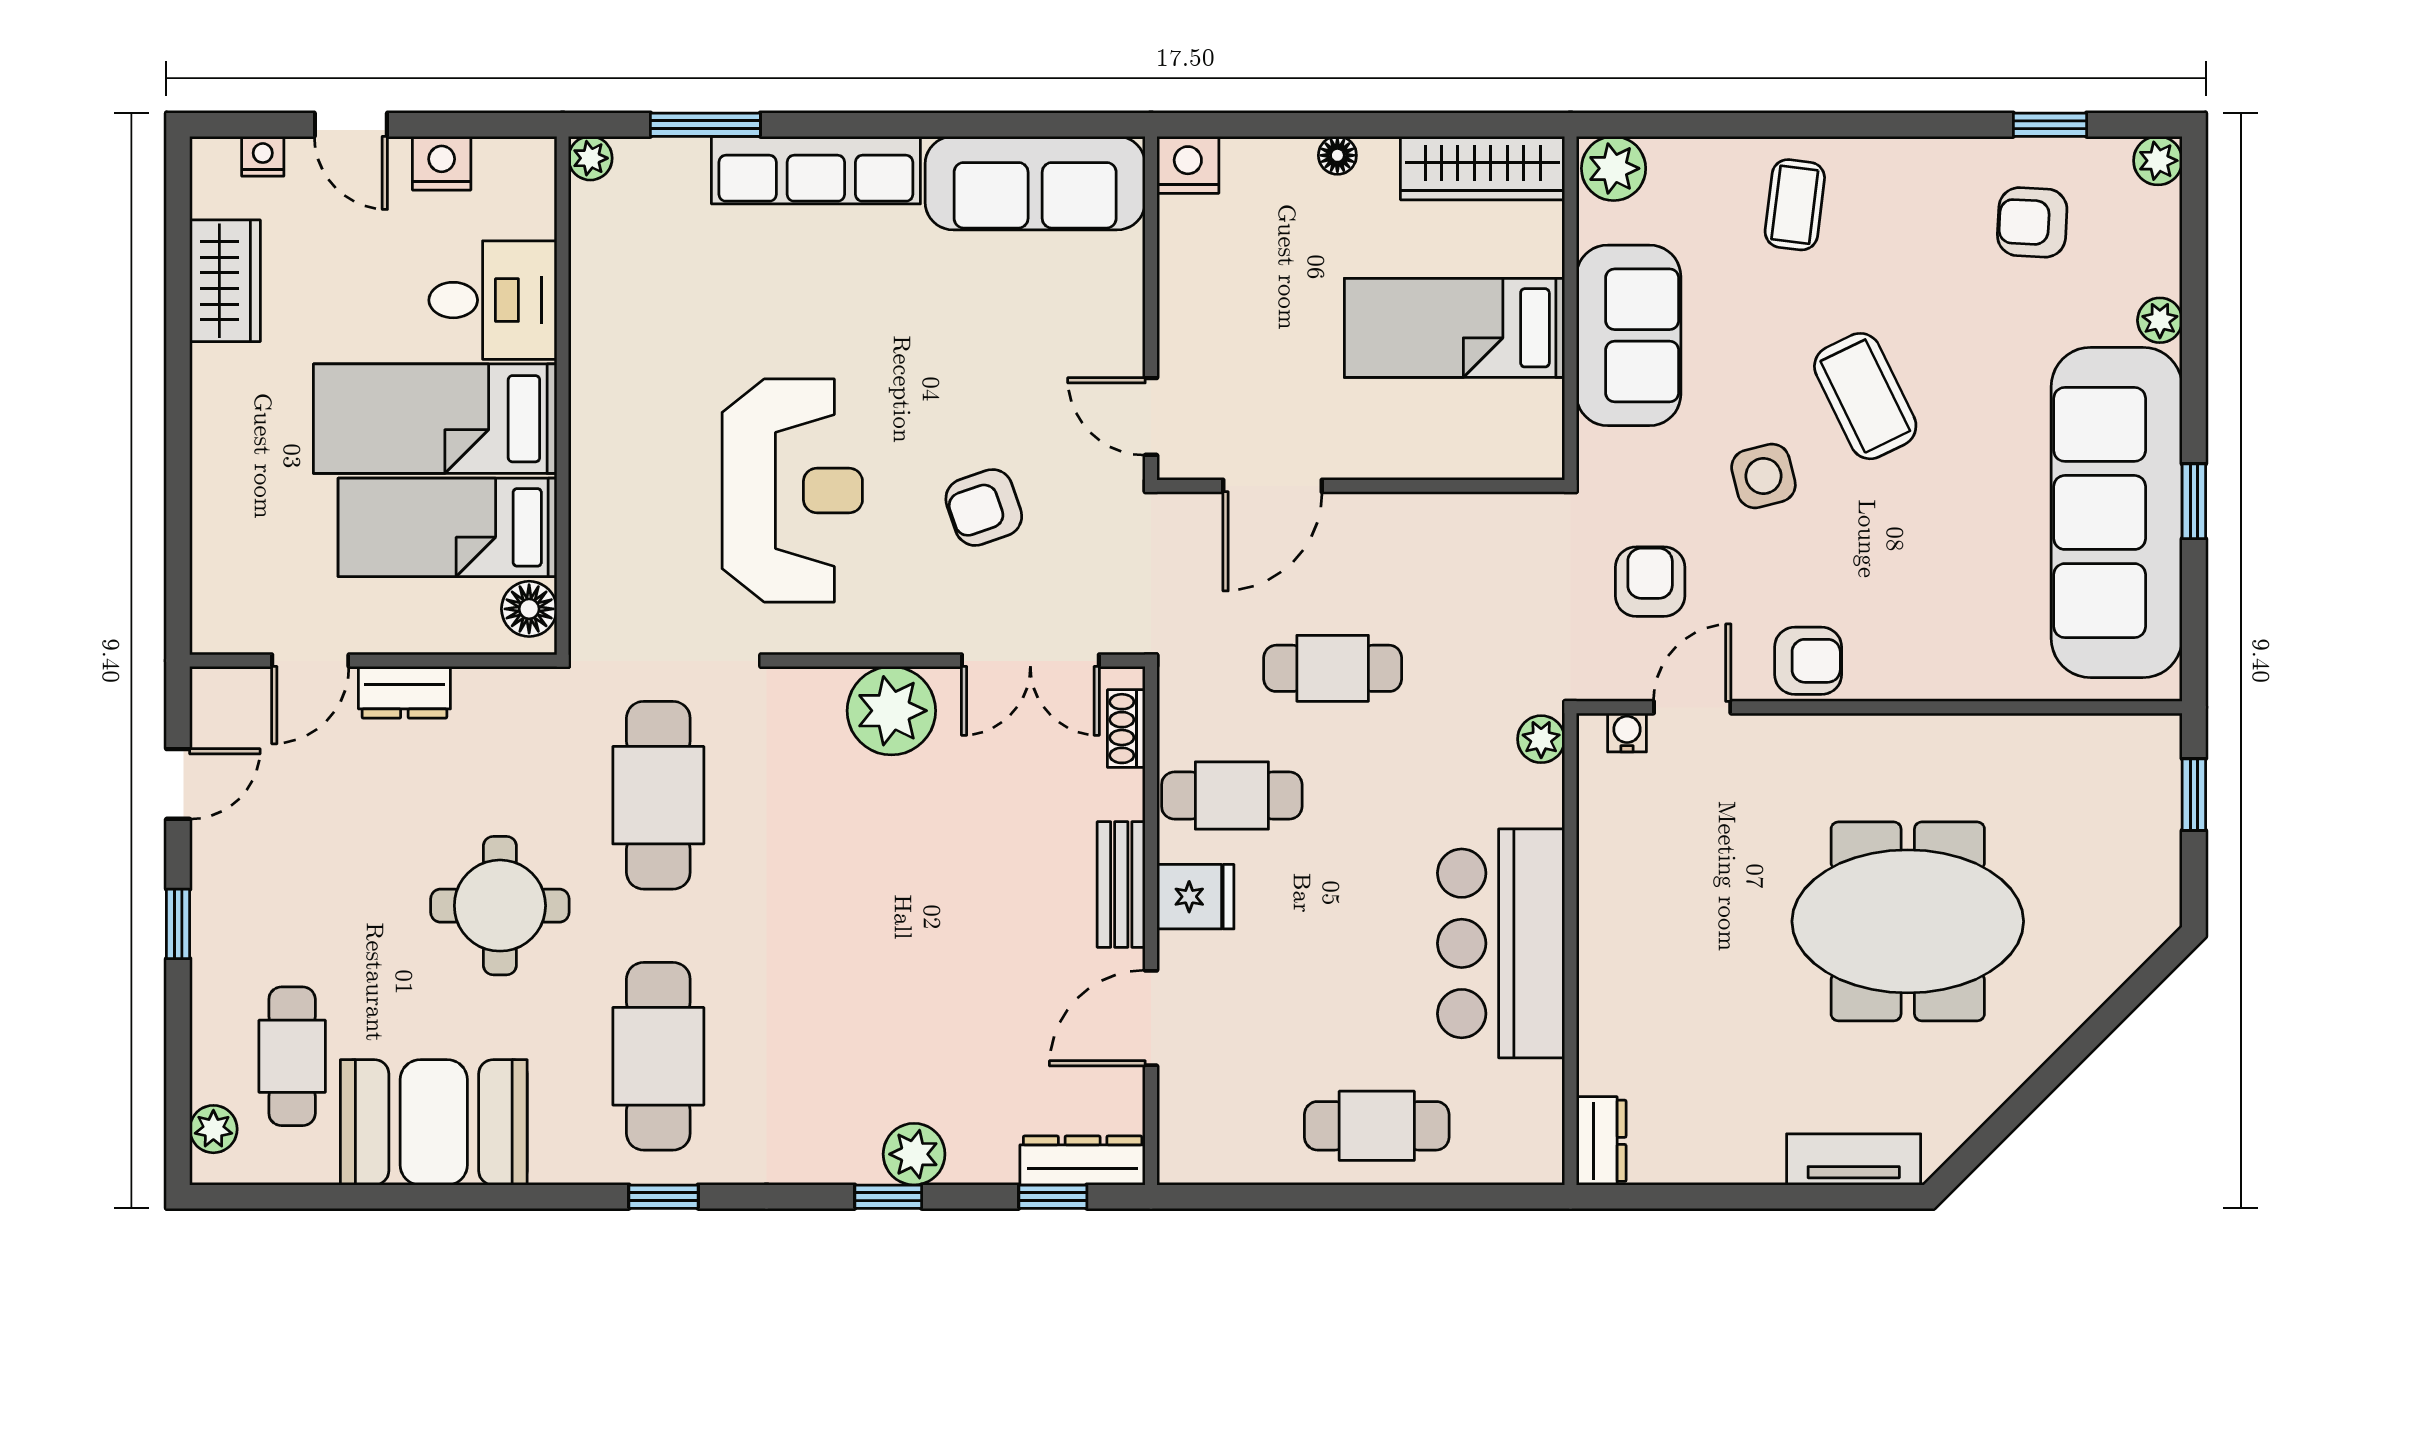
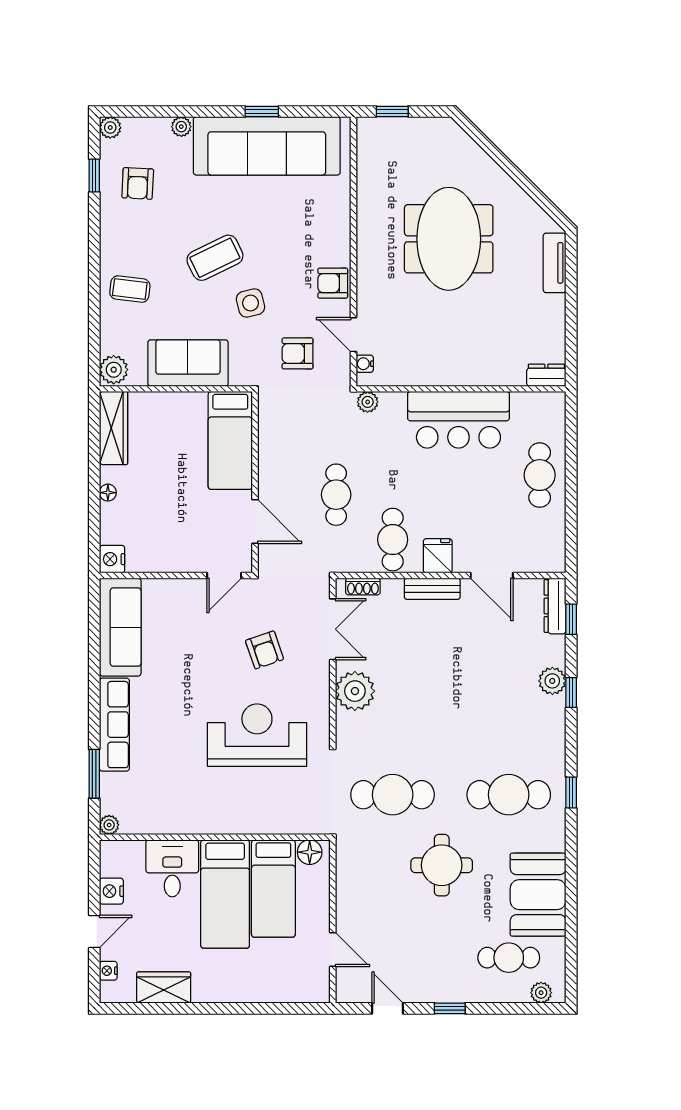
bed: (1455, 328) -> (230, 440), moved
armchair: (1808, 661) -> (333, 283), turned -90
dresser: (404, 692) -> (347, 908), removed

